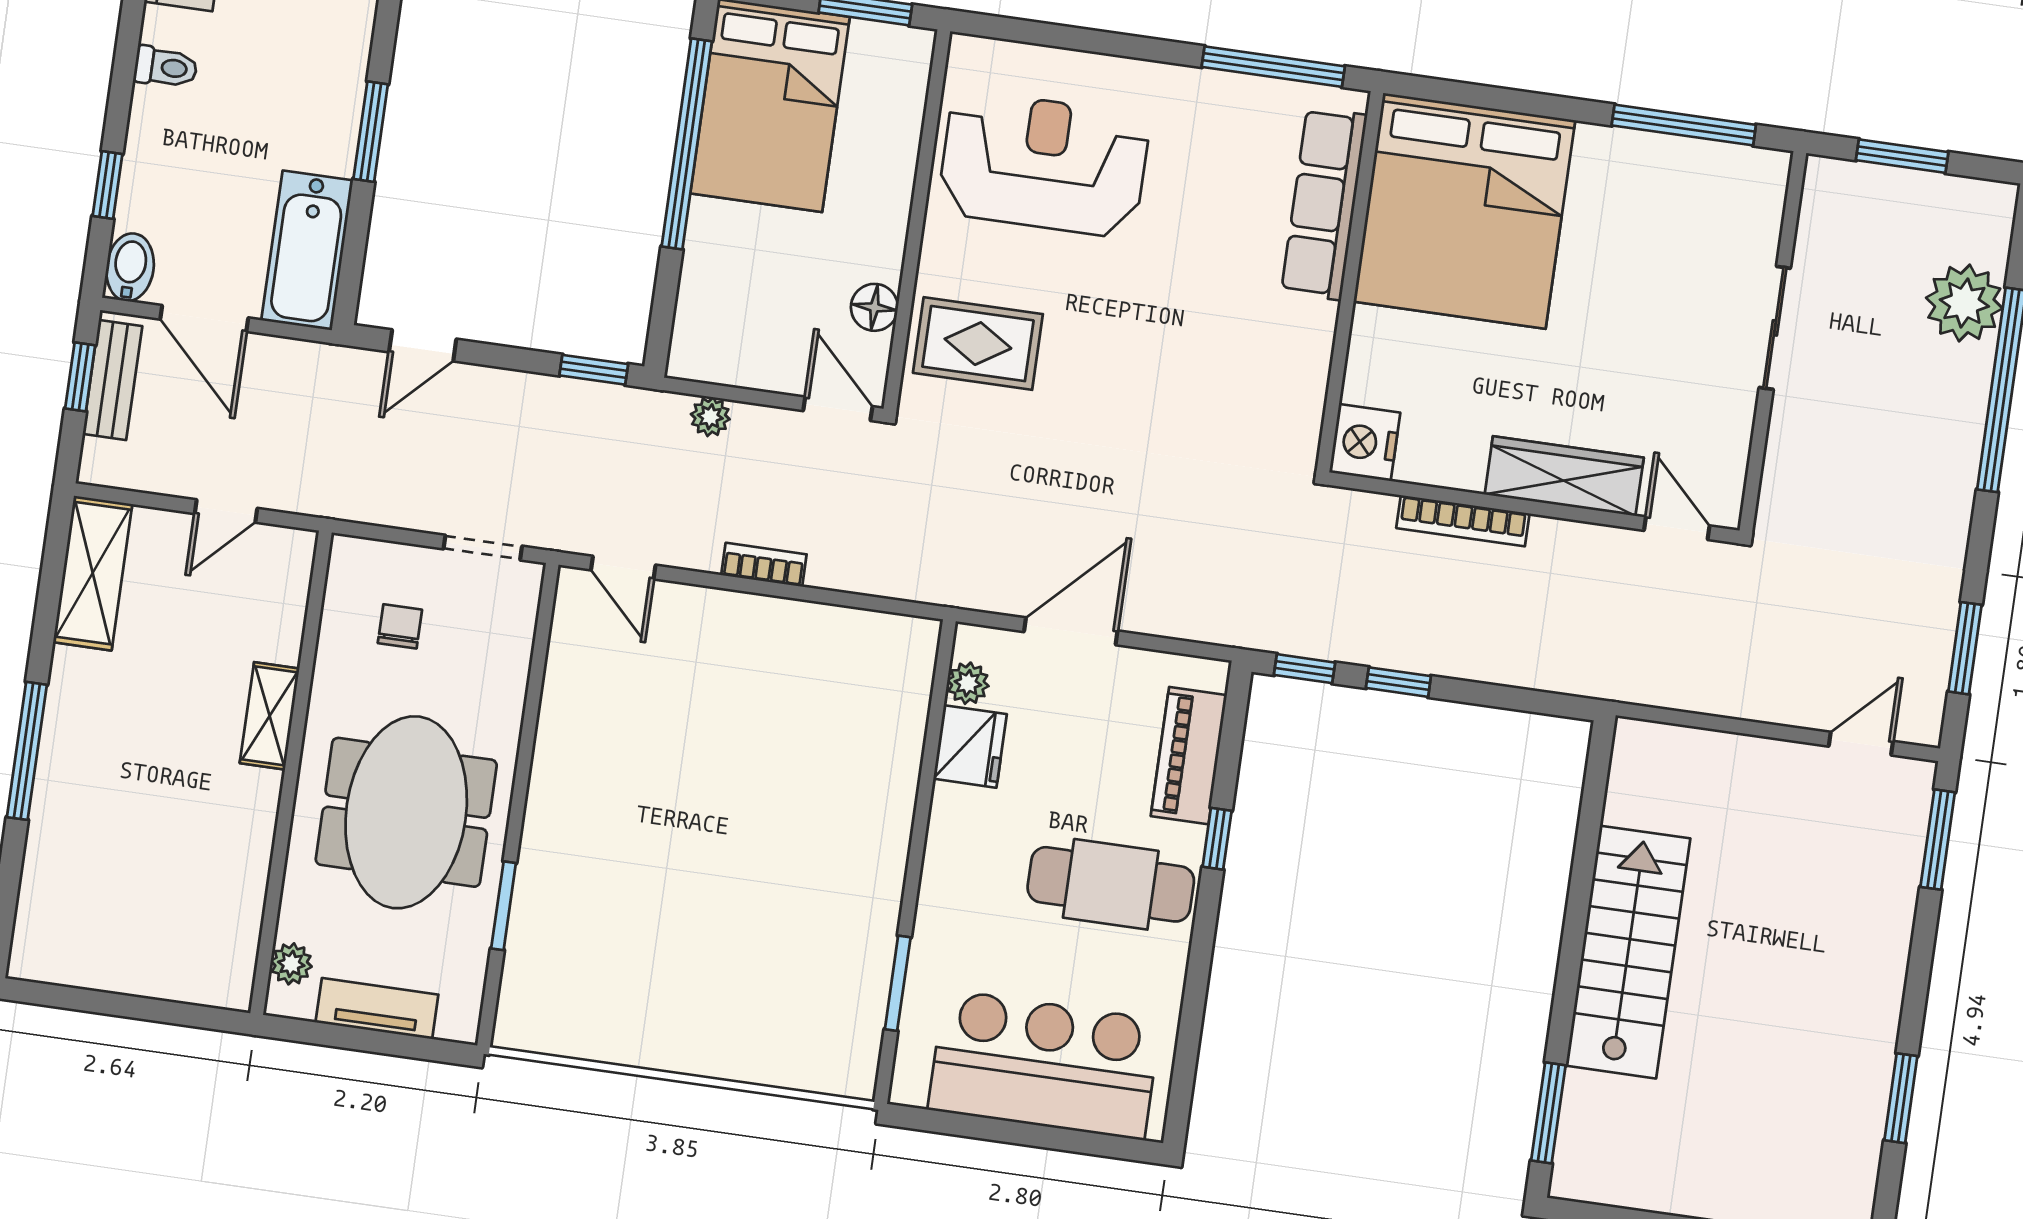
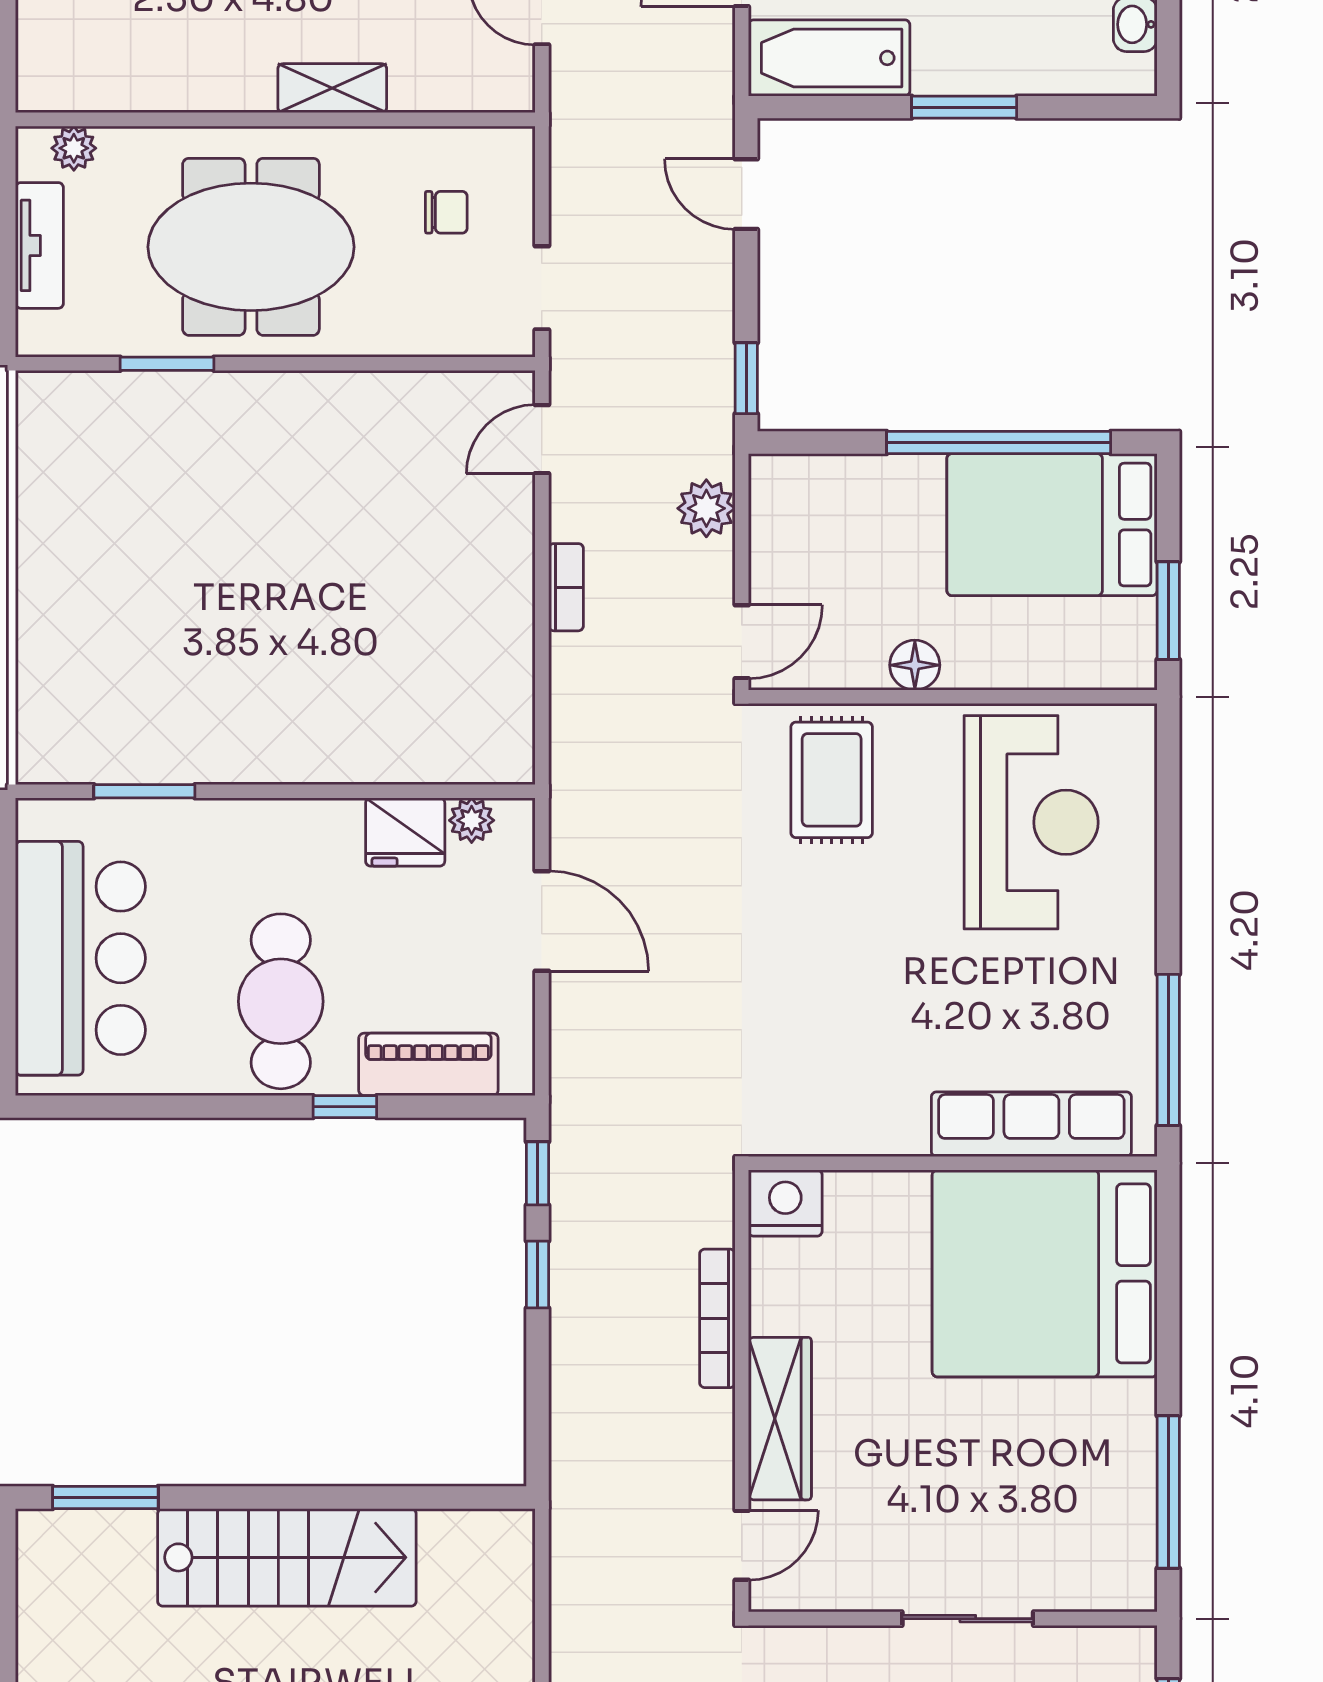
floor lamp: (874, 307) -> (915, 665), moved
plant: (710, 417) -> (706, 508), width x1.38, depth x1.38

